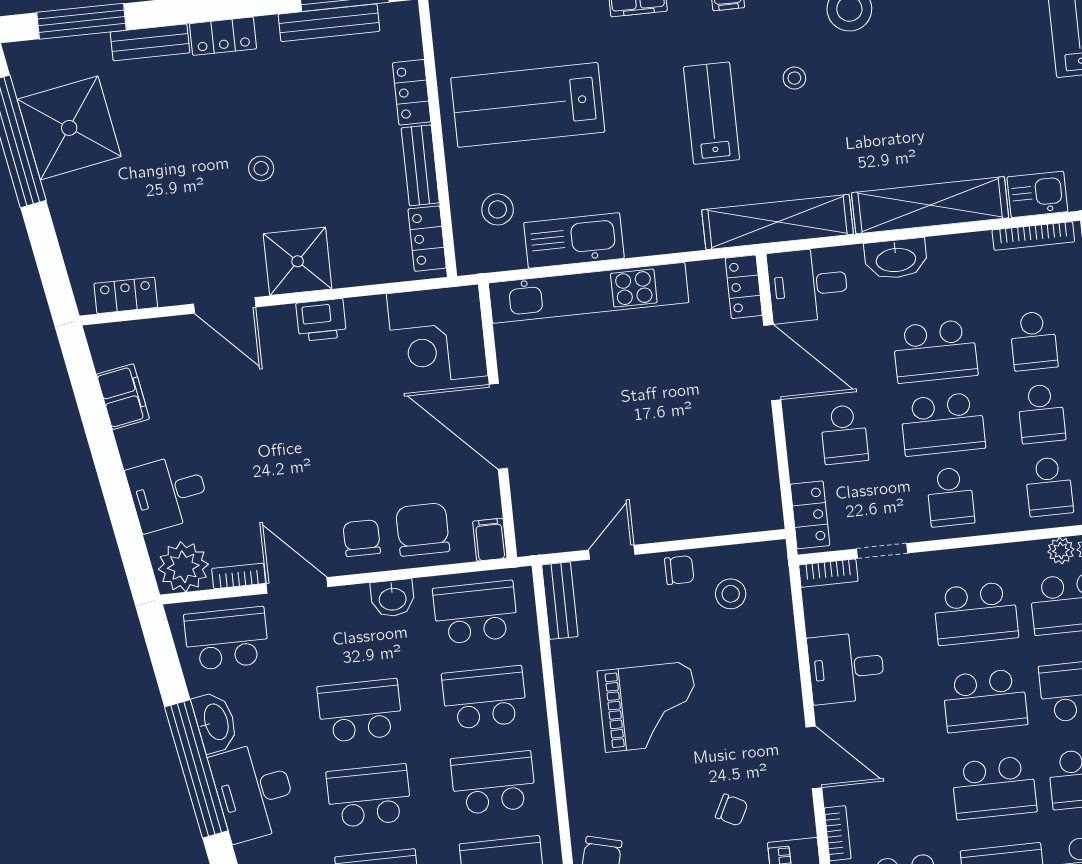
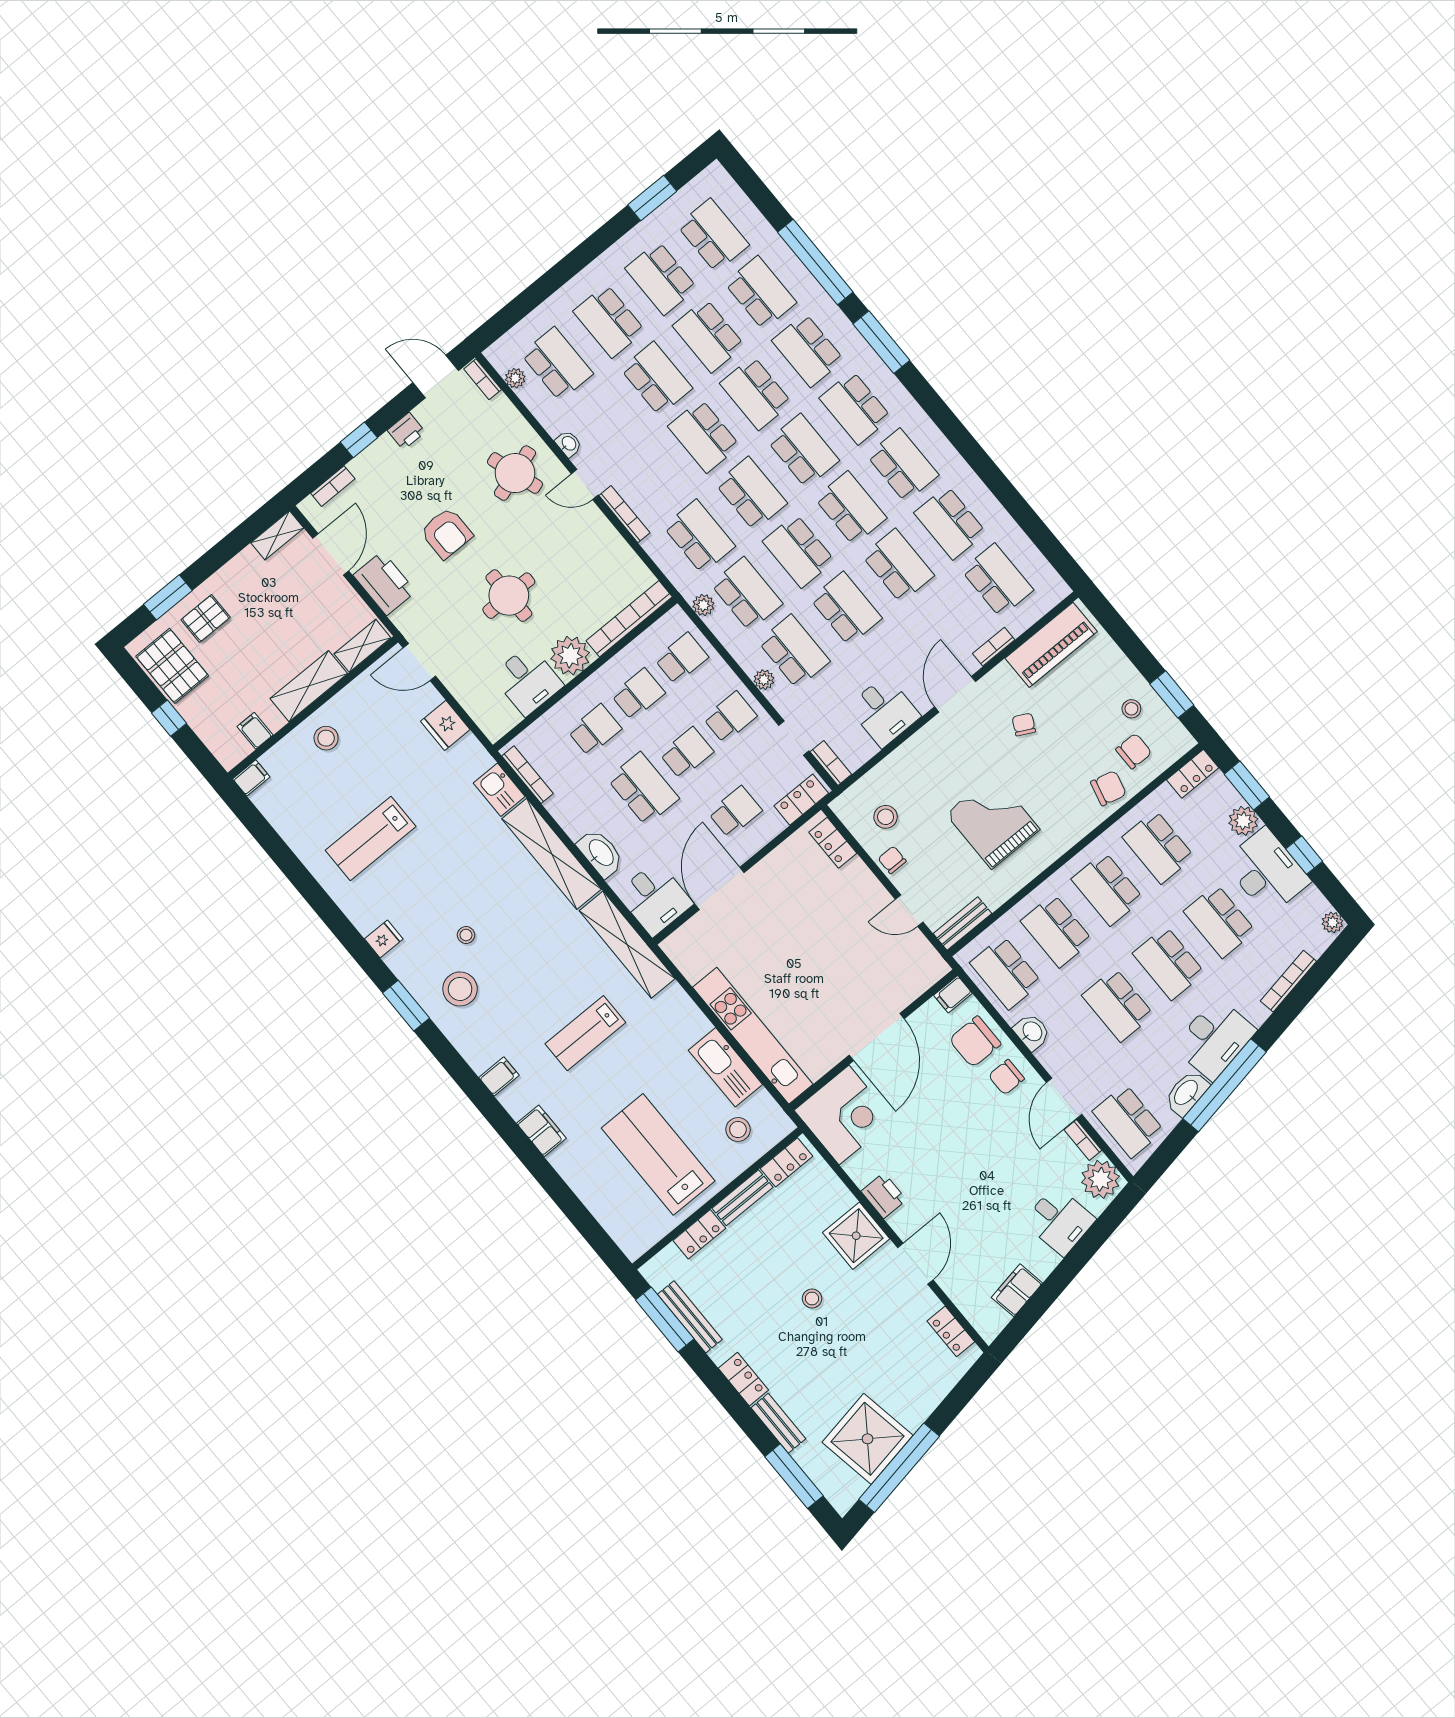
stool: (794, 78) -> (466, 935), moved
lab bench: (528, 105) -> (658, 1154), turned 180
locker: (744, 287) -> (833, 843), moved, turned 90
school desk: (943, 424) -> (687, 753), width x0.54
plant: (1061, 551) -> (764, 680), moved

